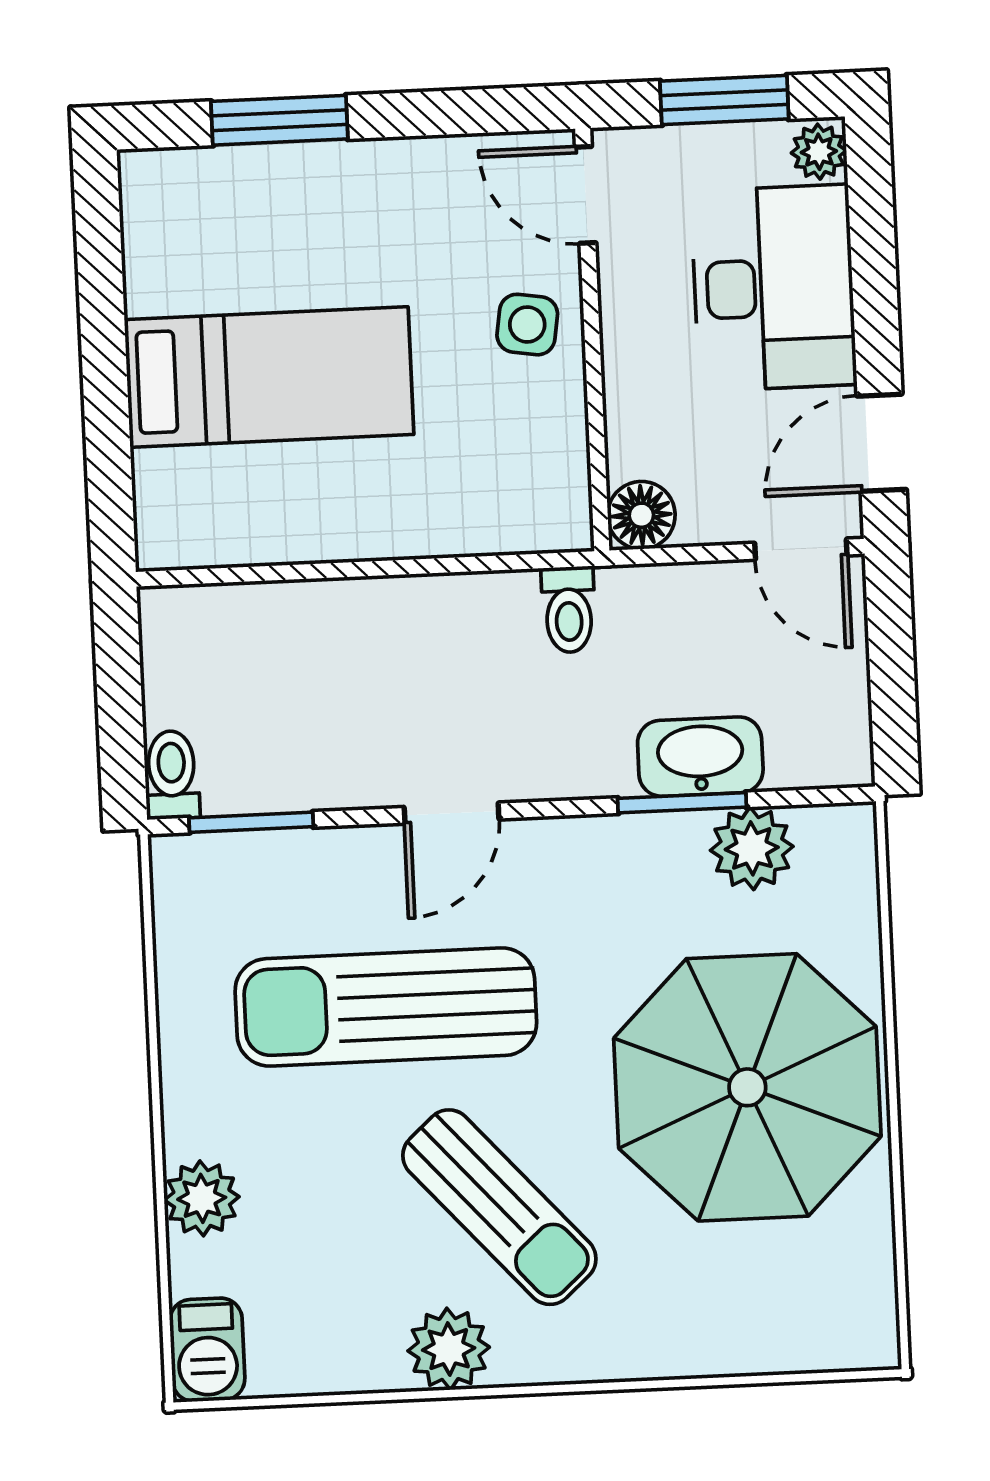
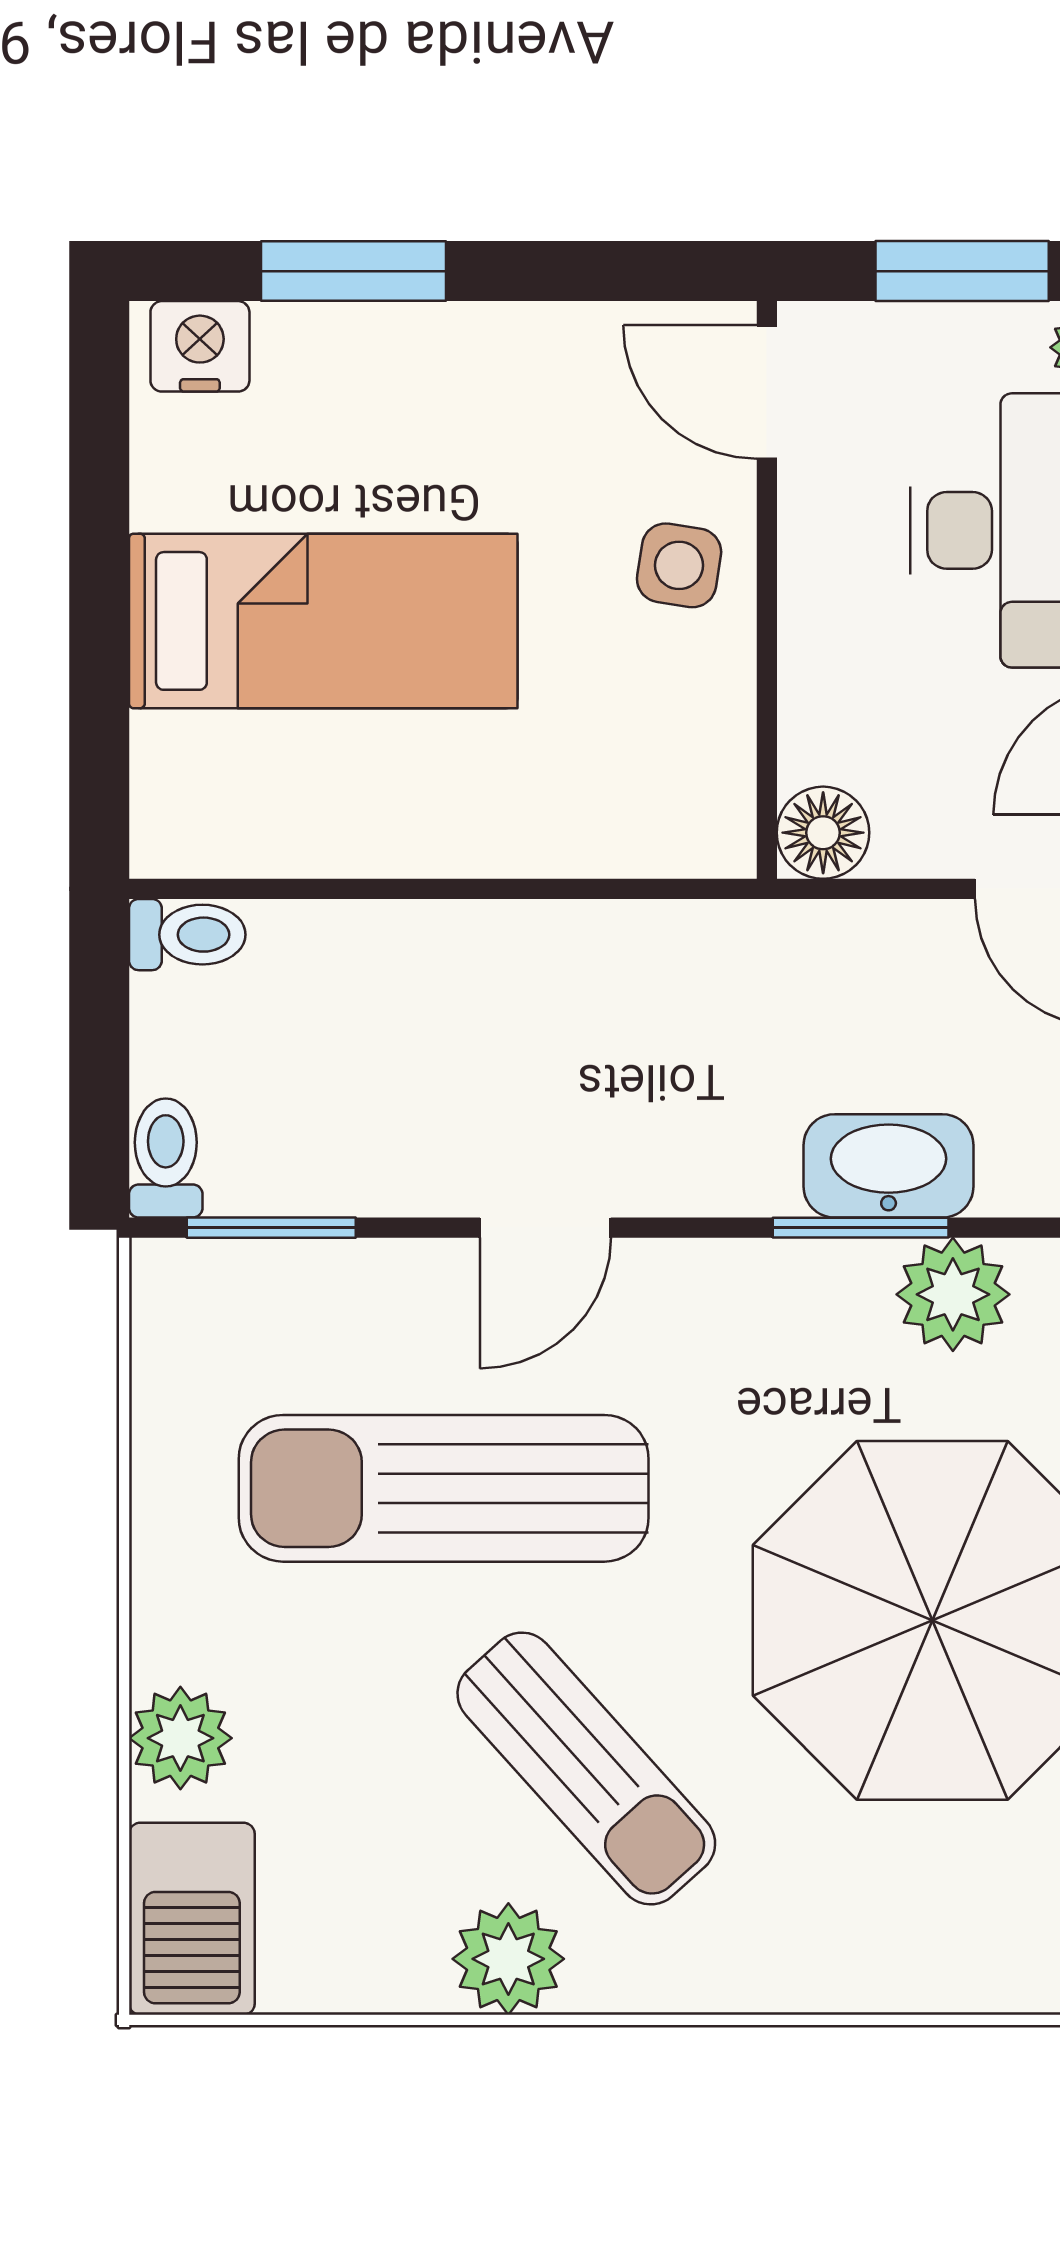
nightstand: (170, 180) -> (200, 346), added
toilet: (569, 610) -> (187, 935), moved, turned -90
barbecue: (207, 1350) -> (192, 1919), width x1.38, depth x1.27

